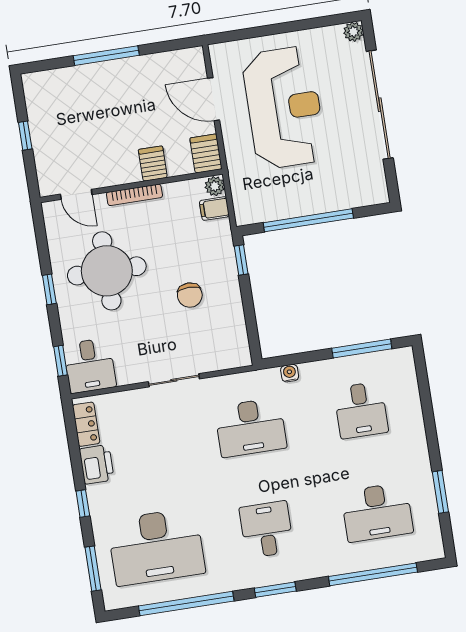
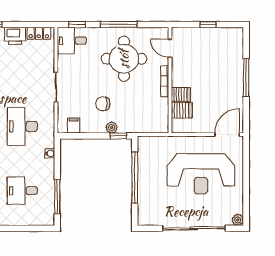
door: (214, 99) -> (227, 135), moved
server rack: (206, 153) -> (182, 110), moved
plant: (215, 186) -> (112, 128), moved
door: (76, 194) -> (170, 48), hinge flipped
filing cabinet: (214, 209) -> (74, 125), moved
window: (49, 289) -> (119, 24), width x2.17

